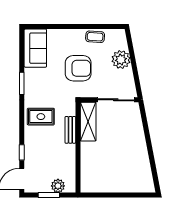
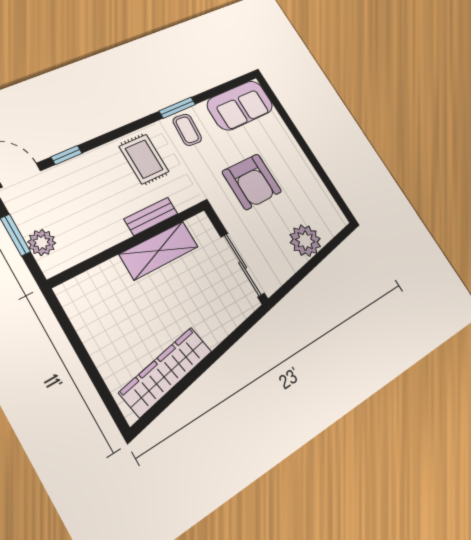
coffee table: (95, 37) -> (187, 130), moved
shelving: (88, 122) -> (159, 250), moved
wardrobe: (142, 164) -> (166, 372), added

